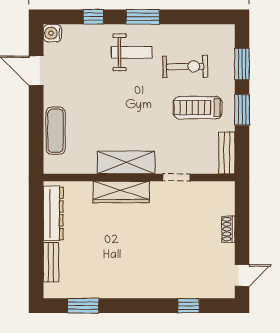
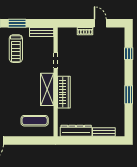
exercise mat: (56, 131) -> (35, 121), moved
door: (242, 275) -> (100, 23), moved
window: (83, 306) -> (129, 95), moved

